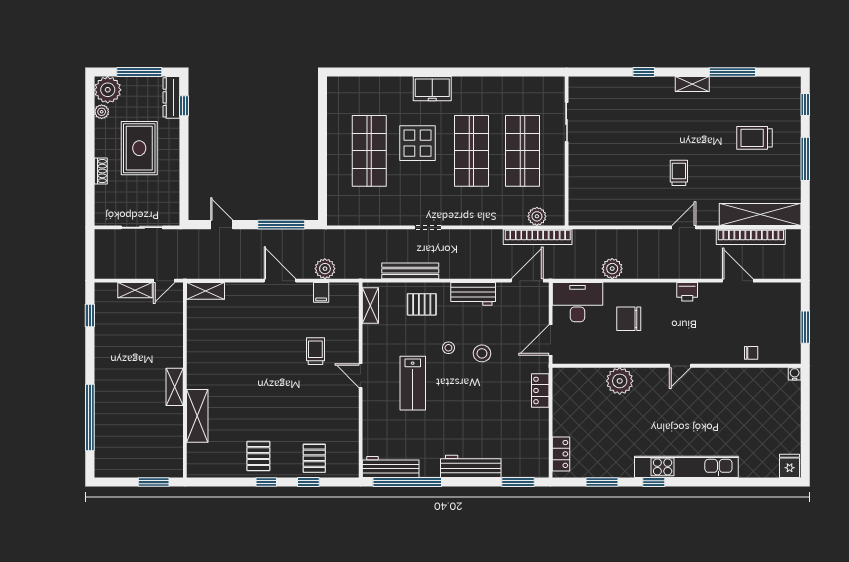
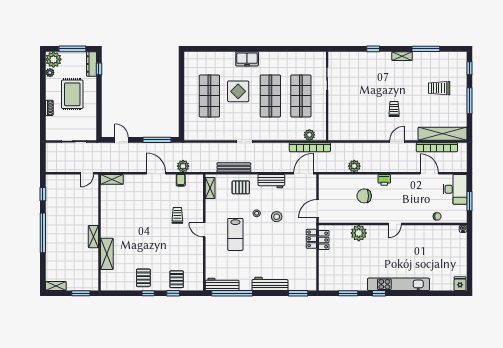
shelving: (135, 290) -> (56, 286), moved
printer: (687, 292) -> (384, 180), moved
desk: (577, 302) -> (455, 189), moved, turned 90
window: (90, 418) -> (43, 233), moved
locker: (561, 454) -> (324, 240), moved

